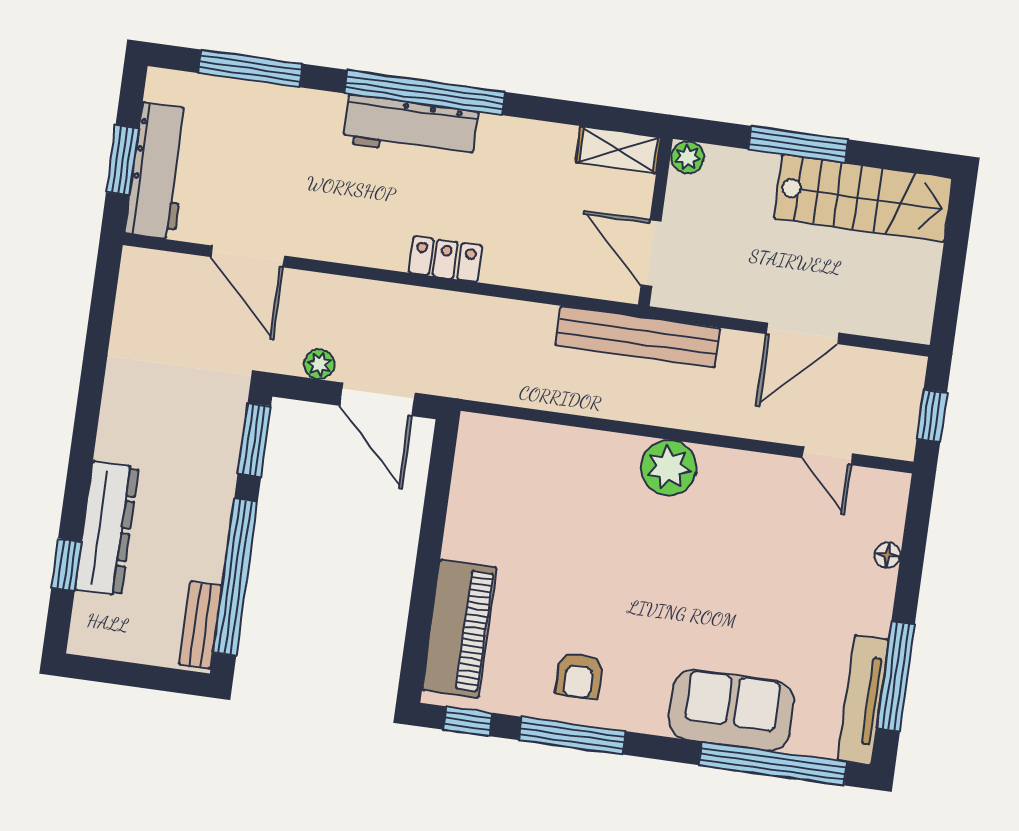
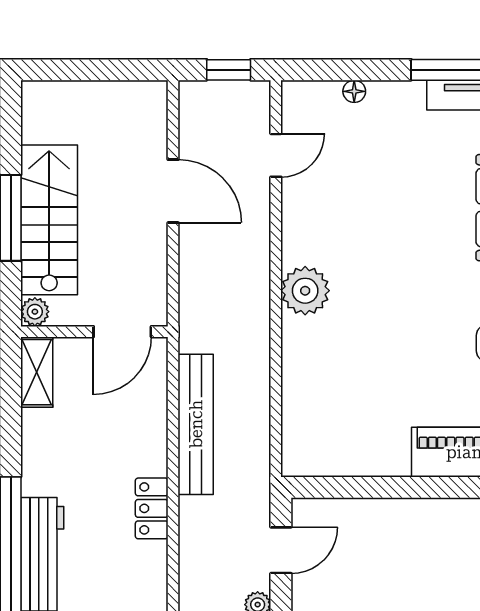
stairs: (863, 198) -> (49, 220), moved
bench: (638, 337) -> (196, 424), moved
door: (377, 399) -> (281, 550), width x0.73

